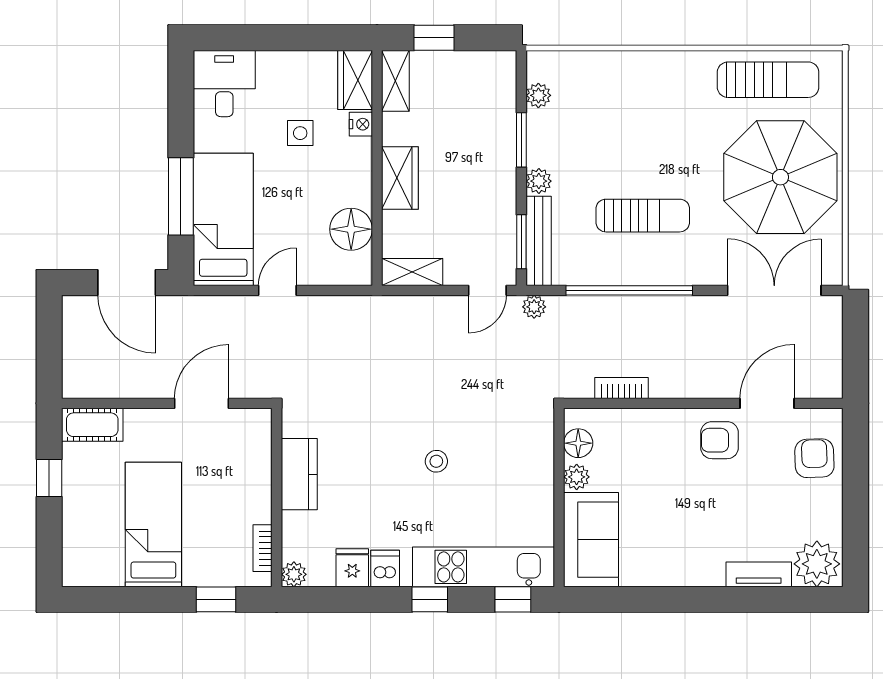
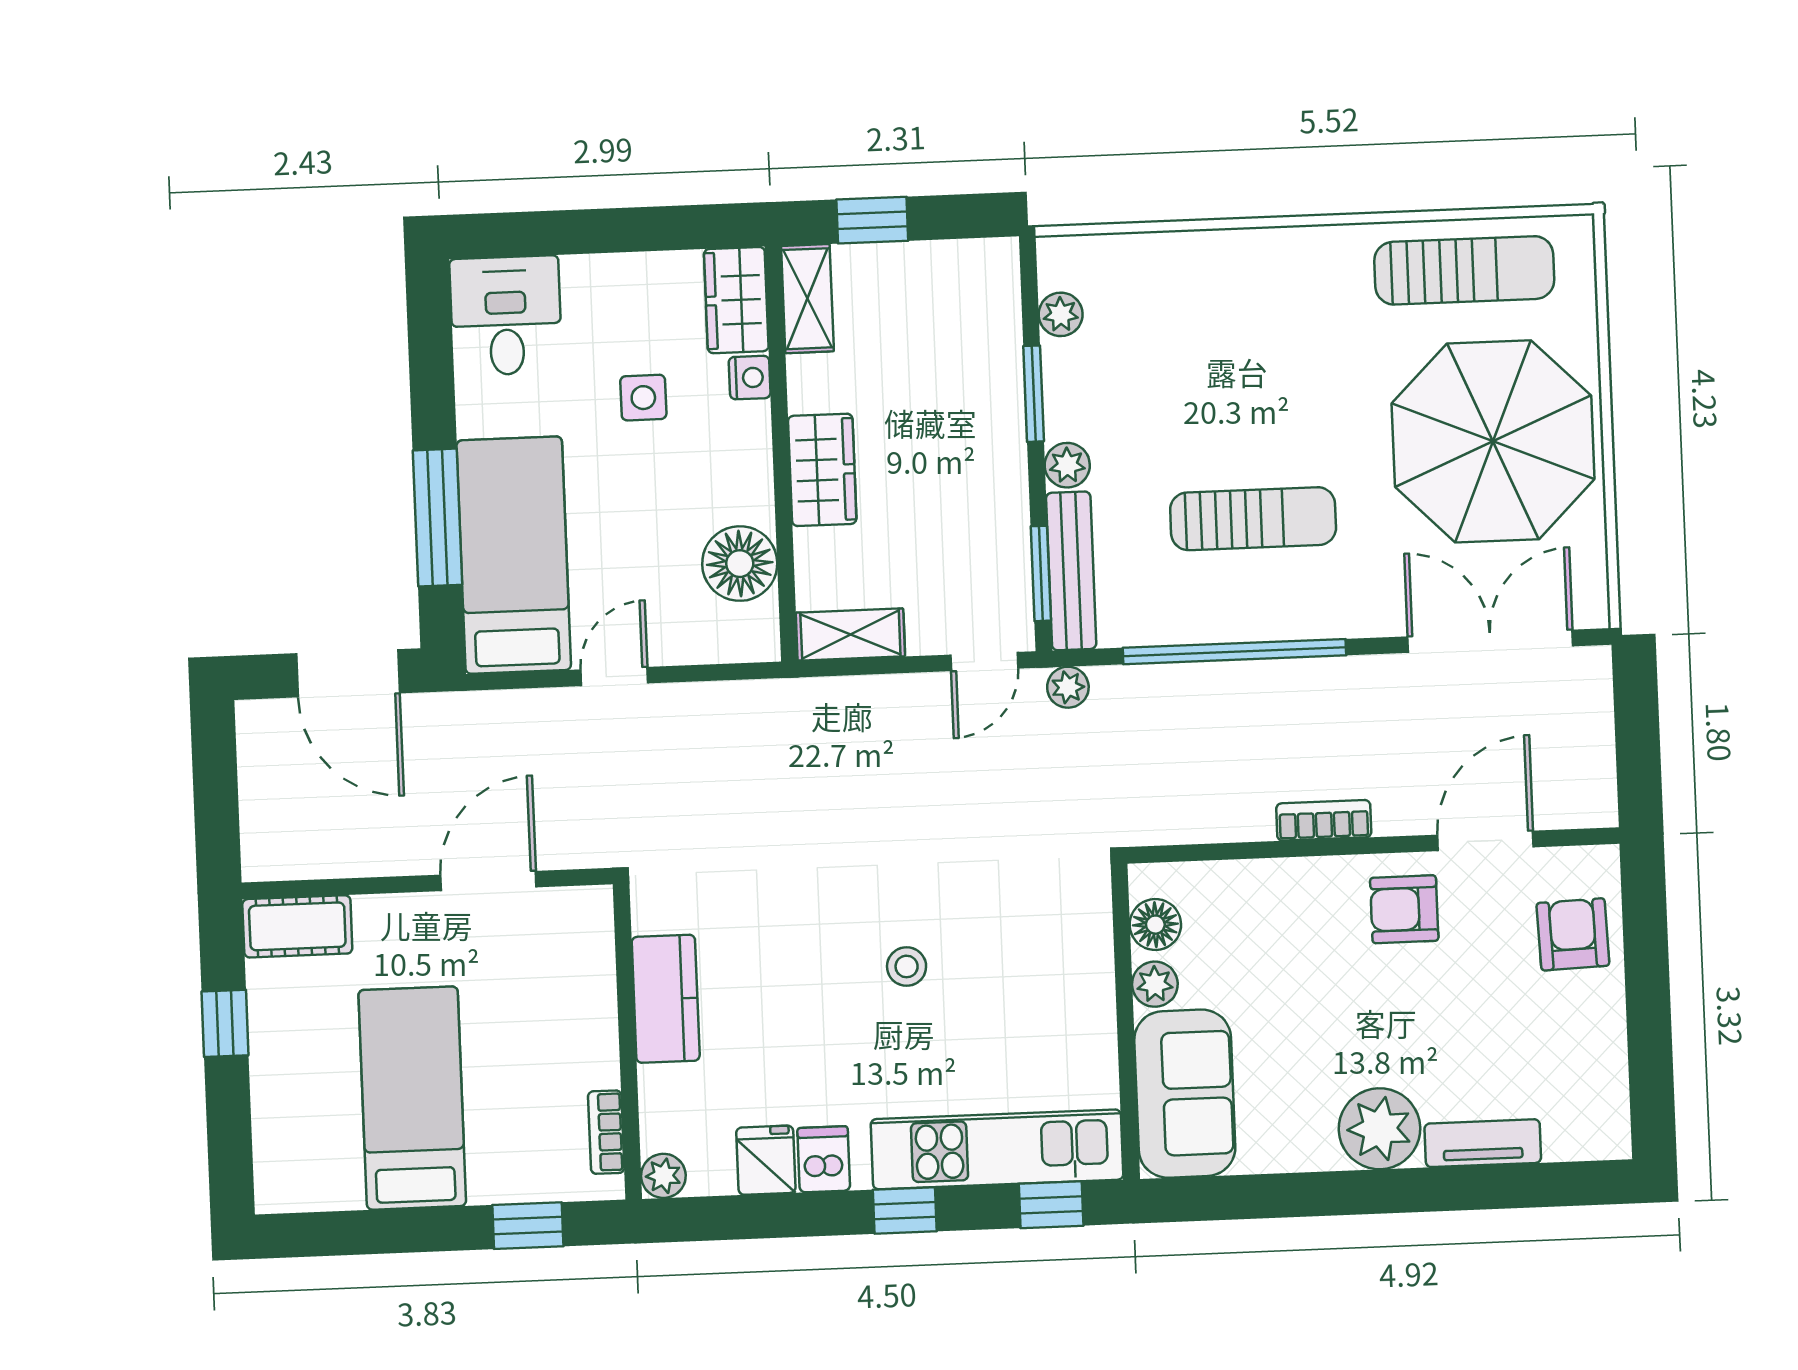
bookcase: (621, 388) -> (1324, 820), moved
plant: (817, 564) -> (1380, 1129), moved

